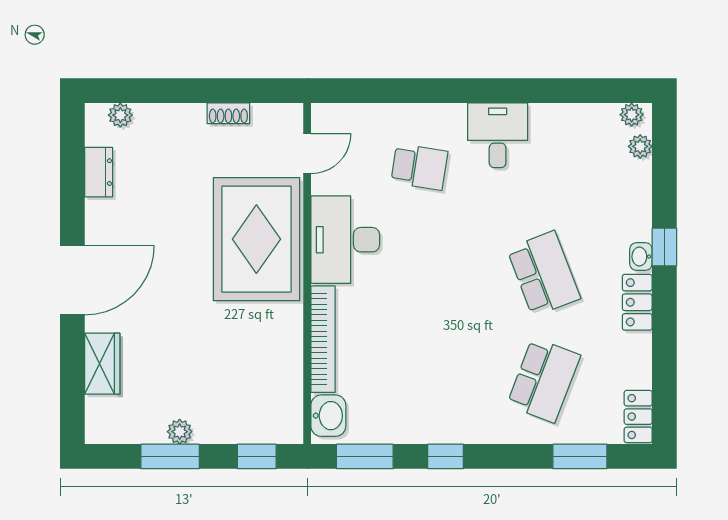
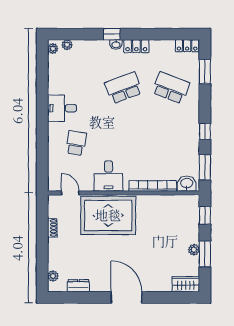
desk: (345, 240) -> (108, 176), width x0.73
wardrobe: (102, 364) -> (186, 284), moved

